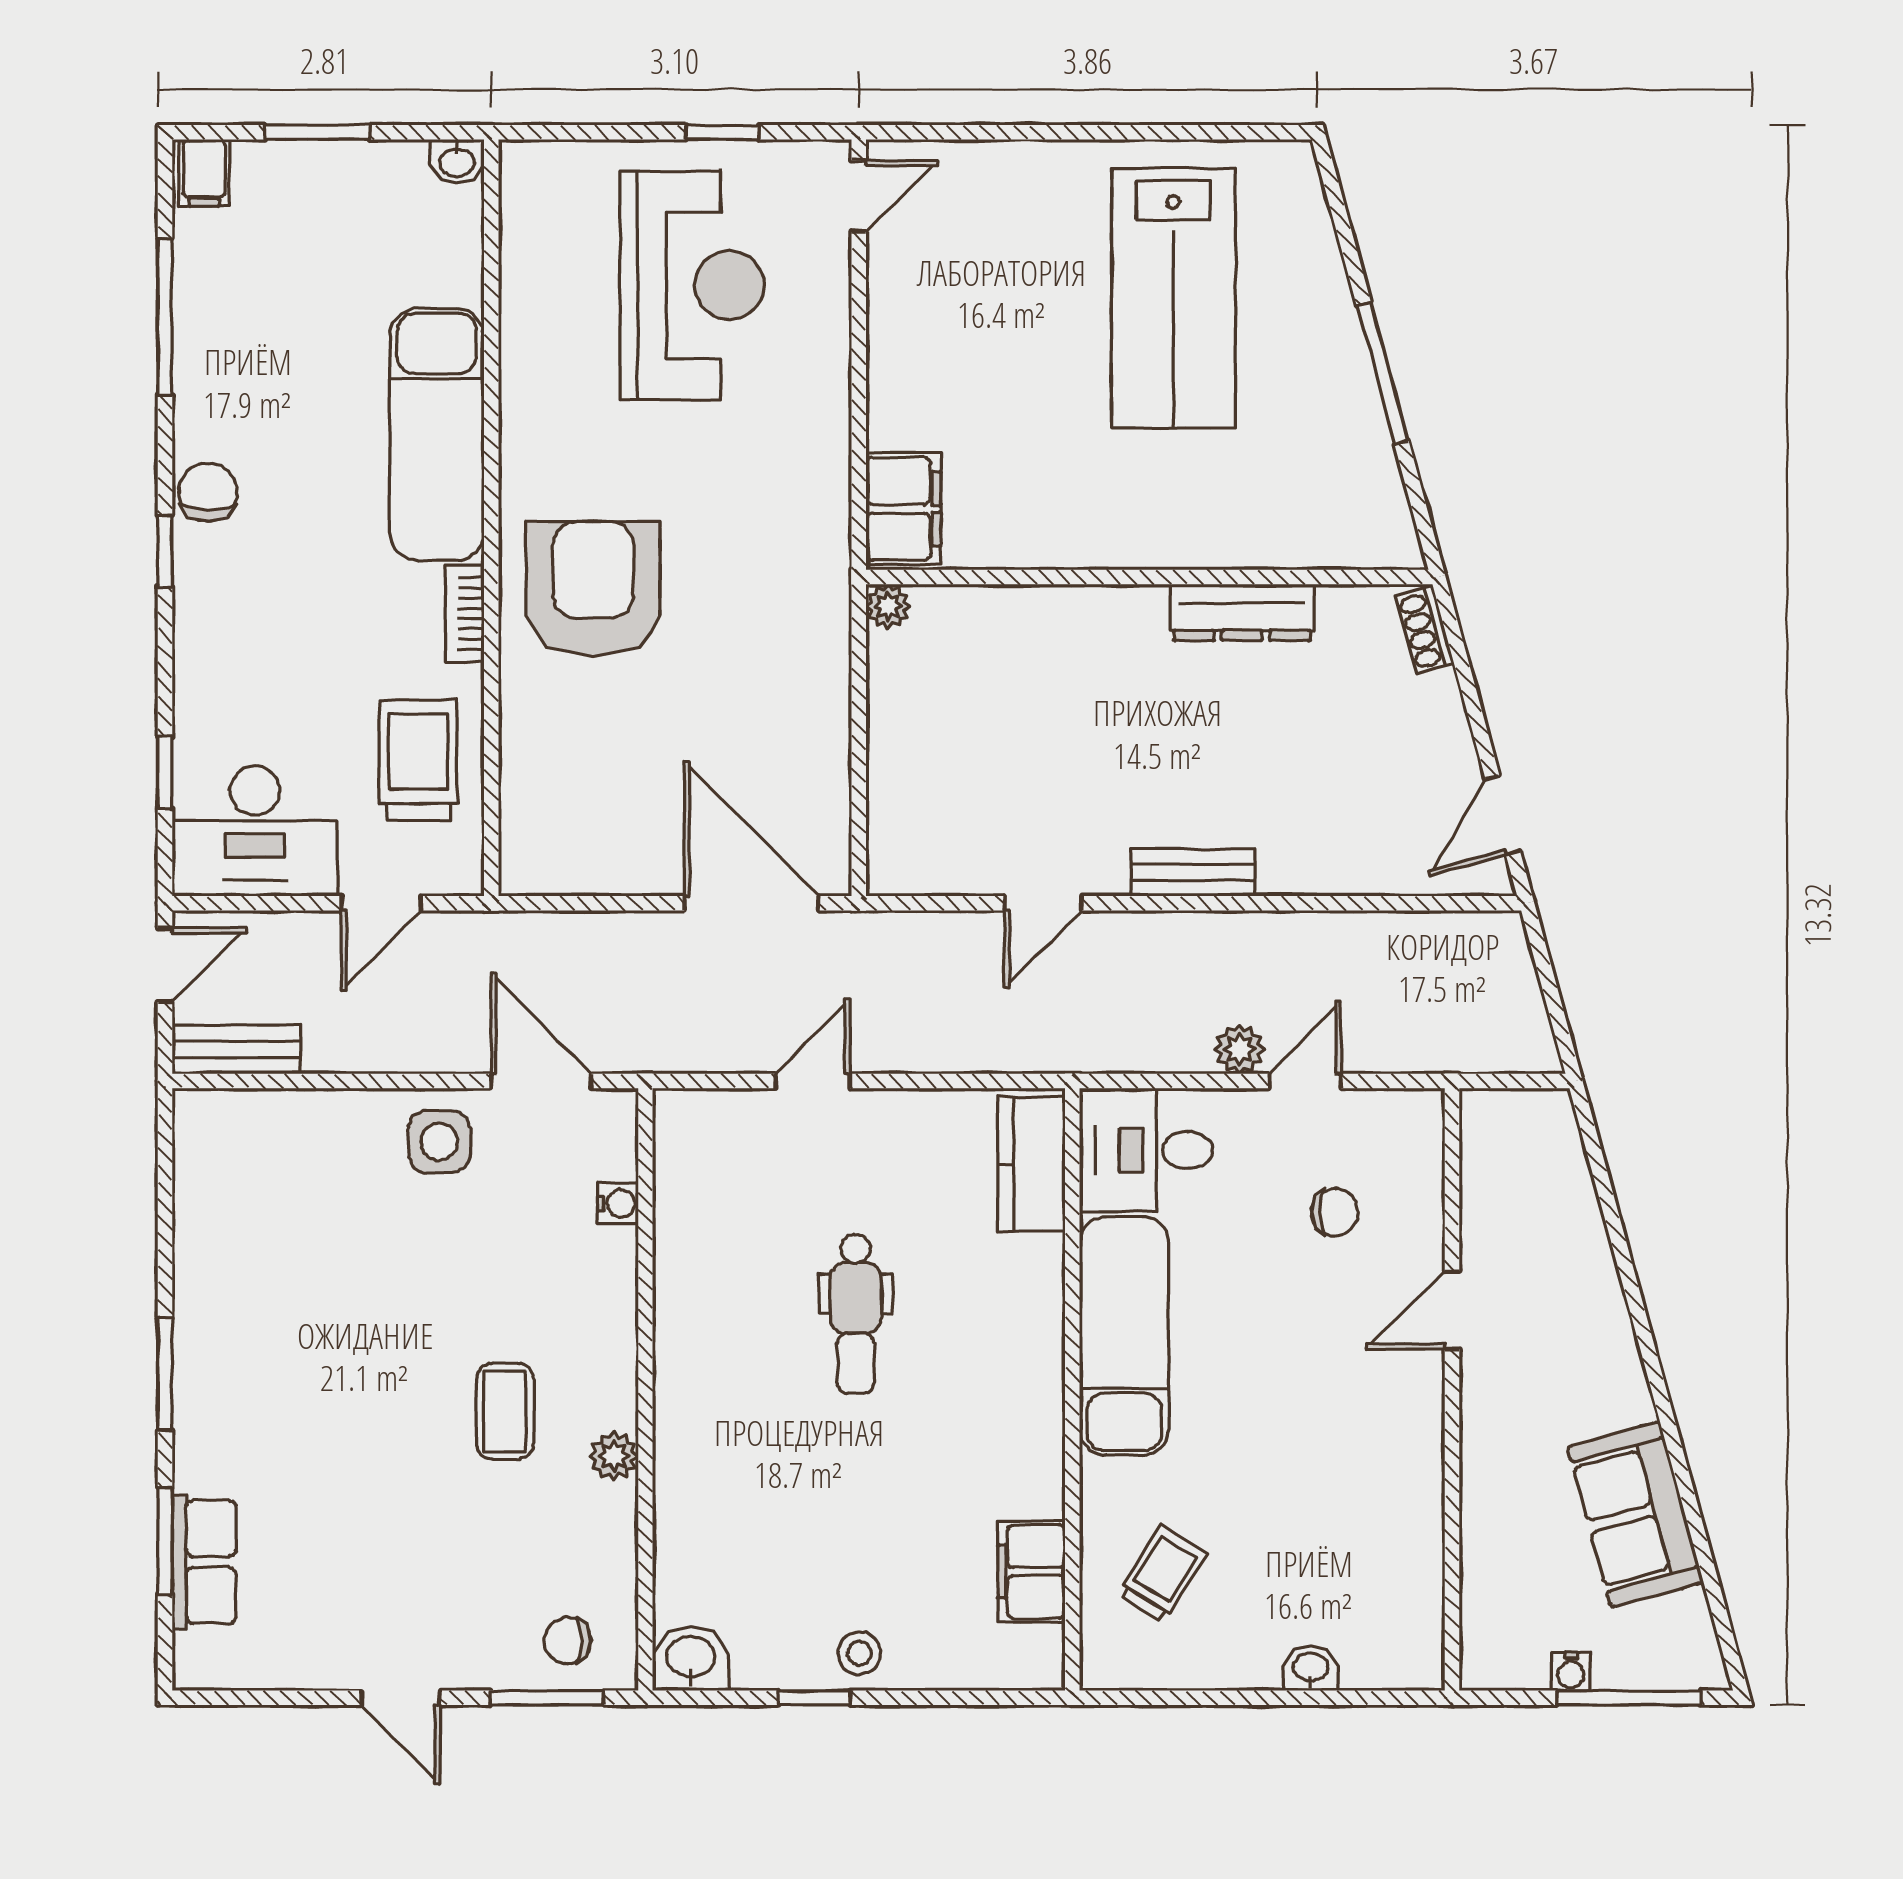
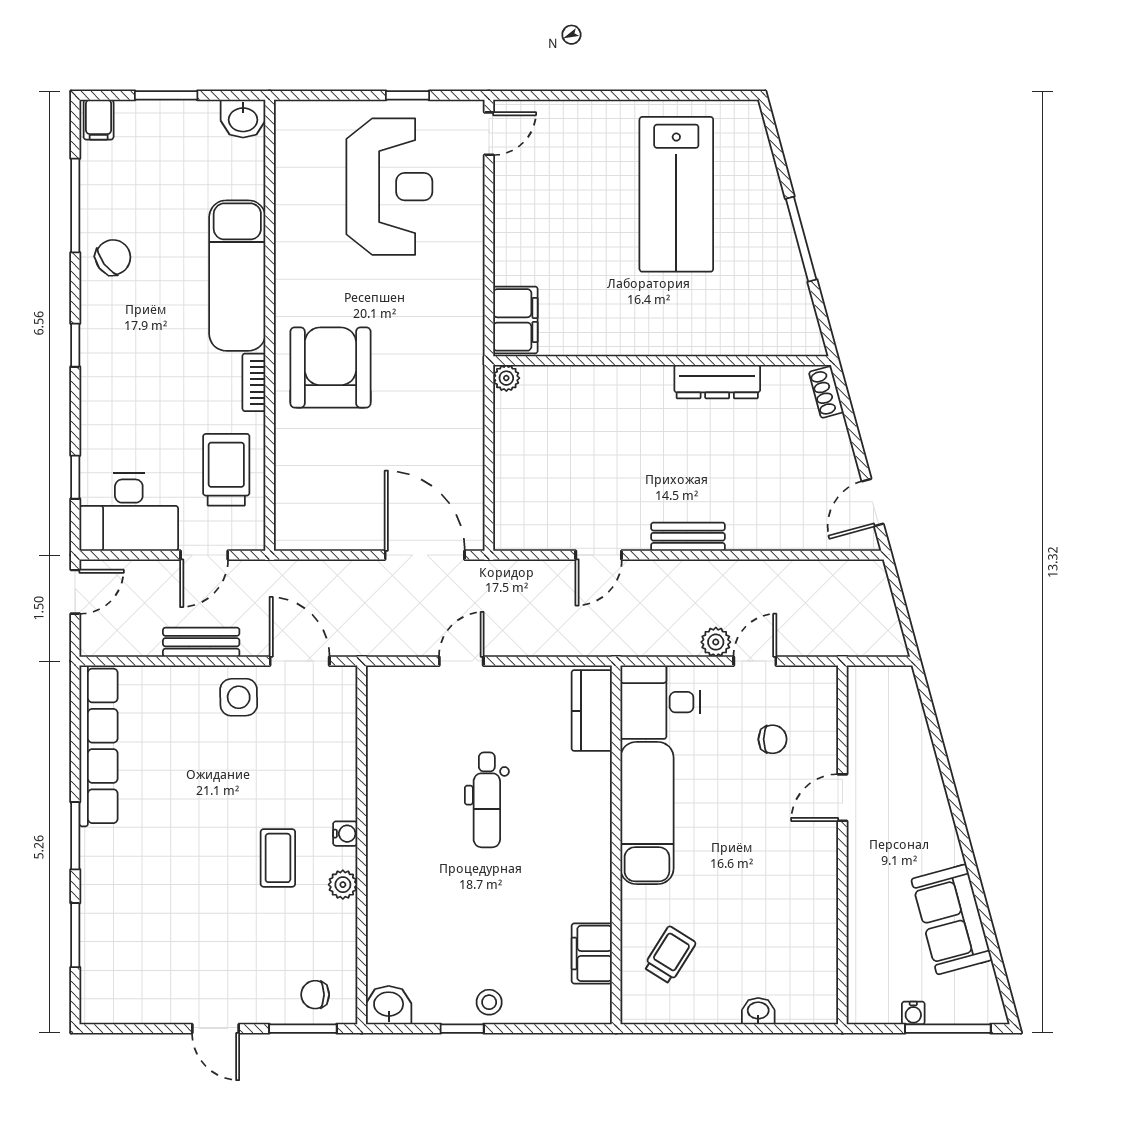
washbasin: (457, 161) -> (243, 119), width x1.38, depth x1.45
chair: (208, 492) -> (113, 257), moved, turned 53
bench: (236, 1049) -> (201, 642), moved
water cooler: (618, 1203) -> (345, 834), moved
row of seats: (204, 1562) -> (99, 746), moved, width x2.02

